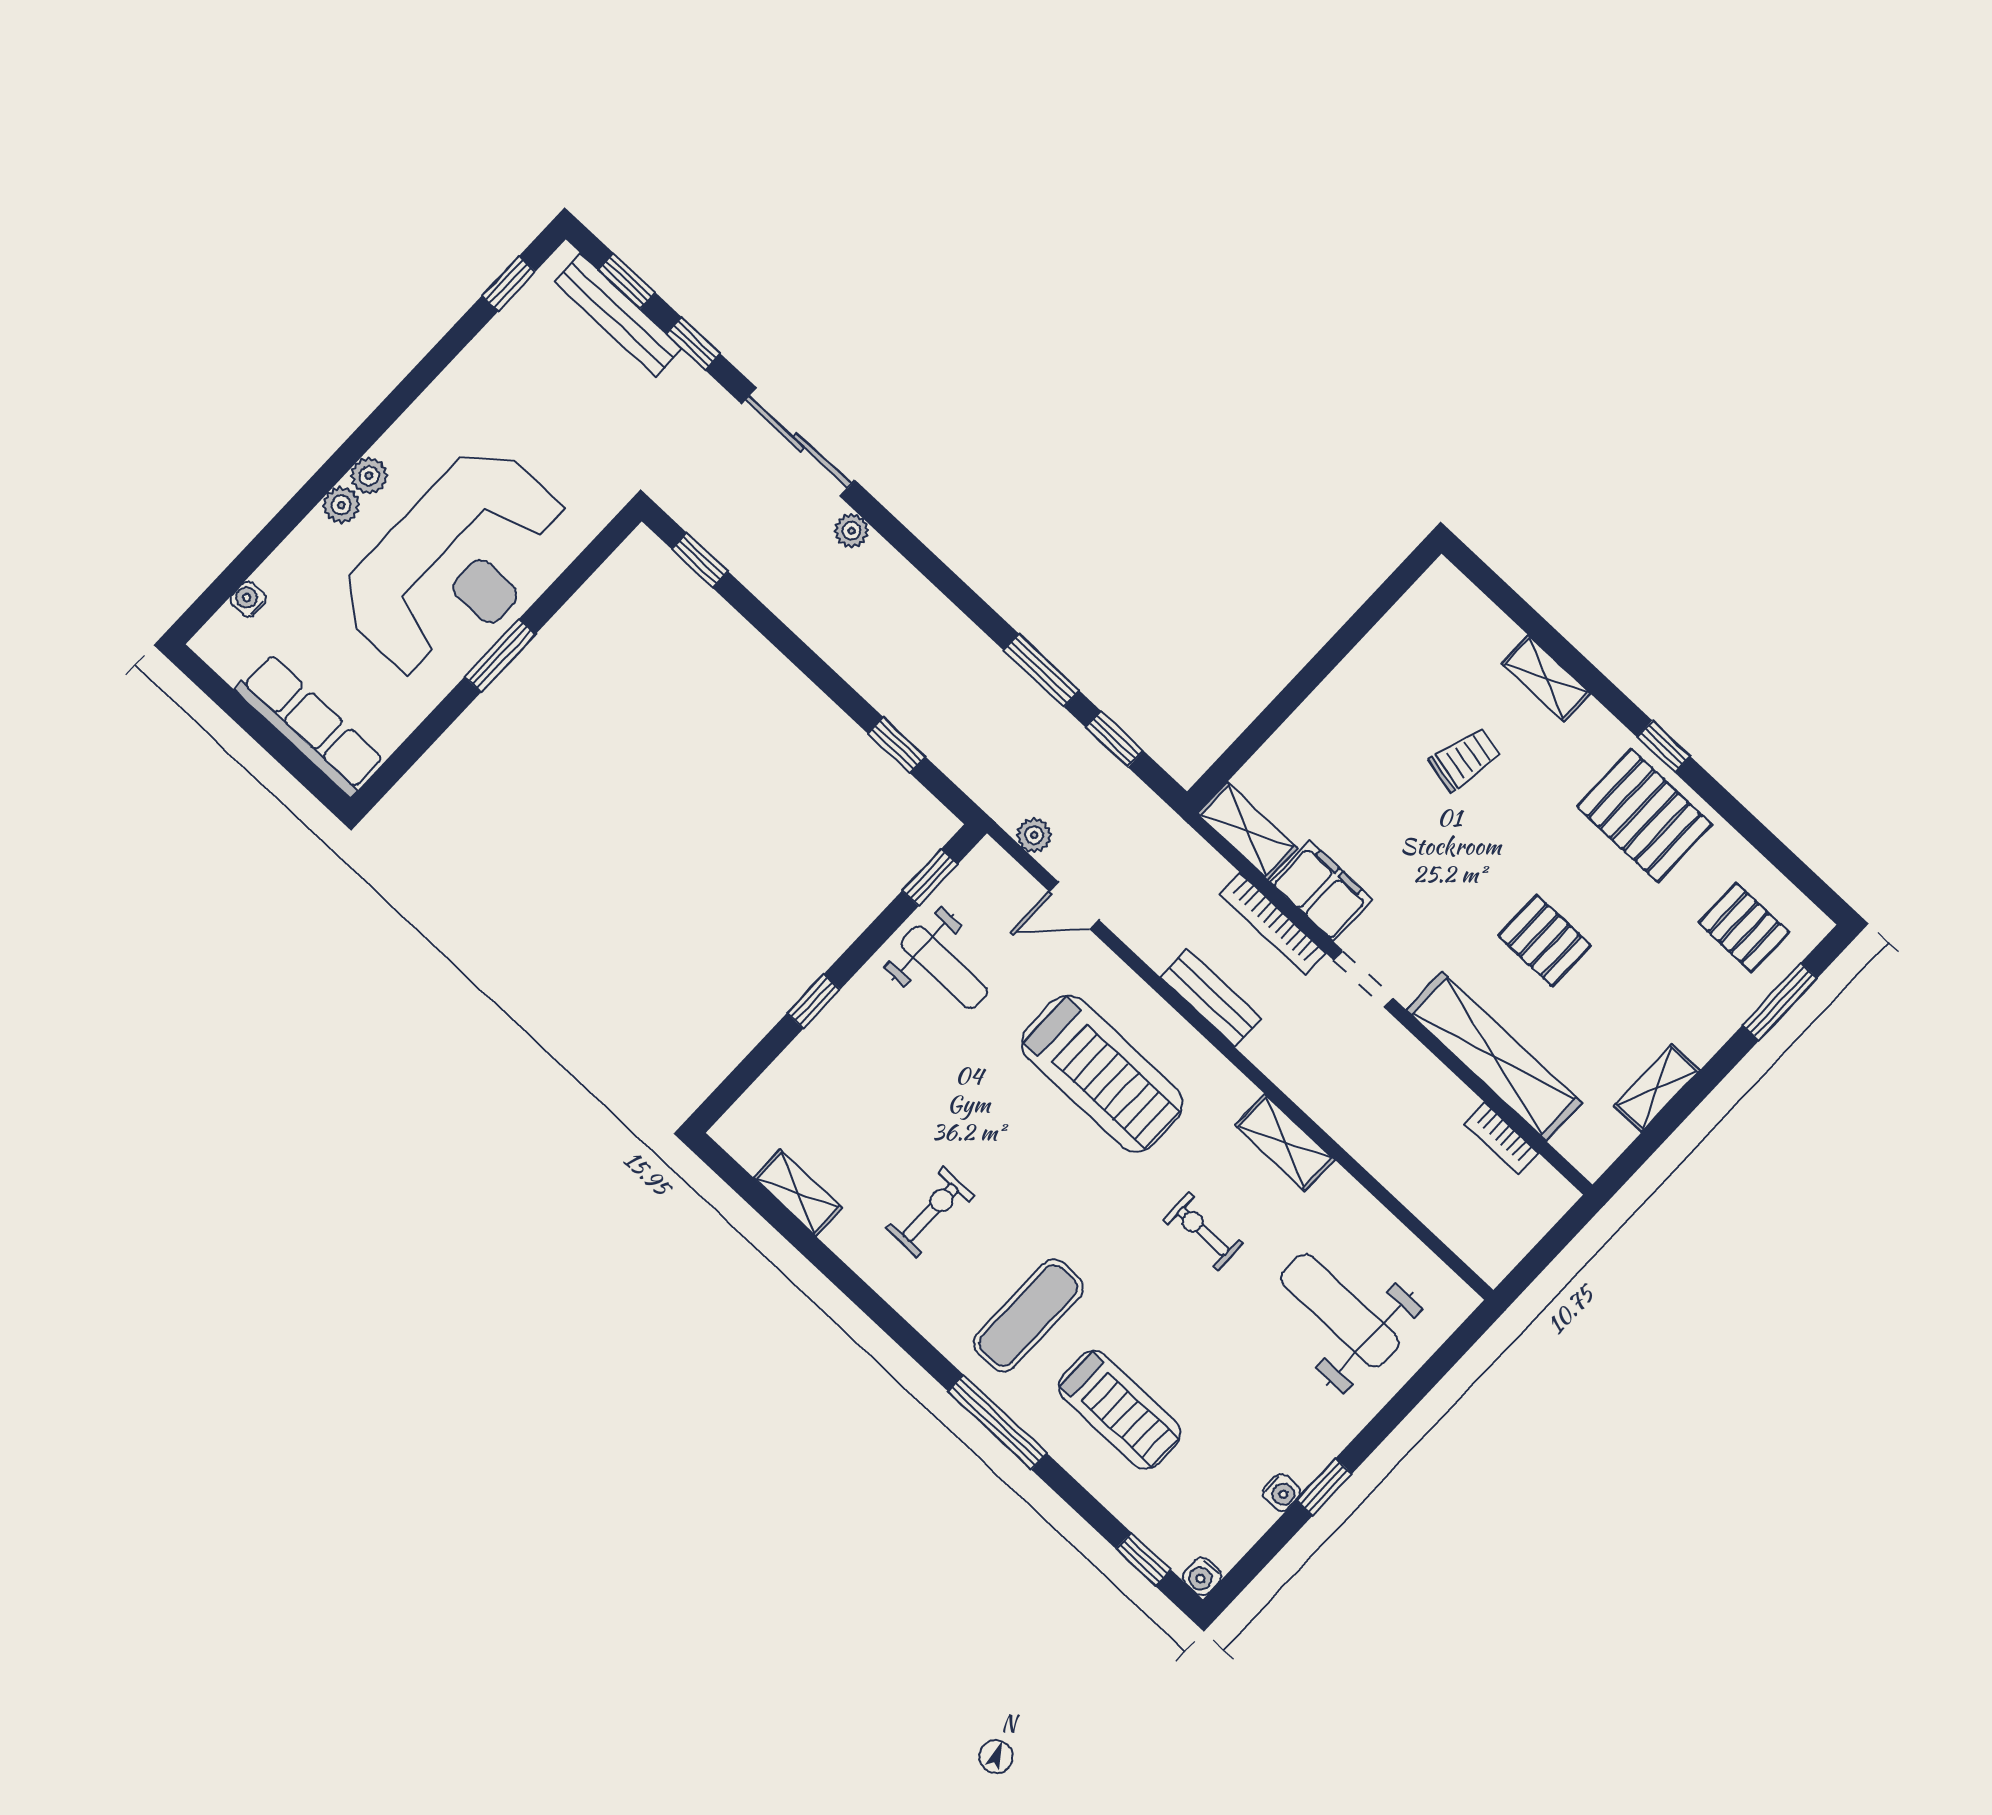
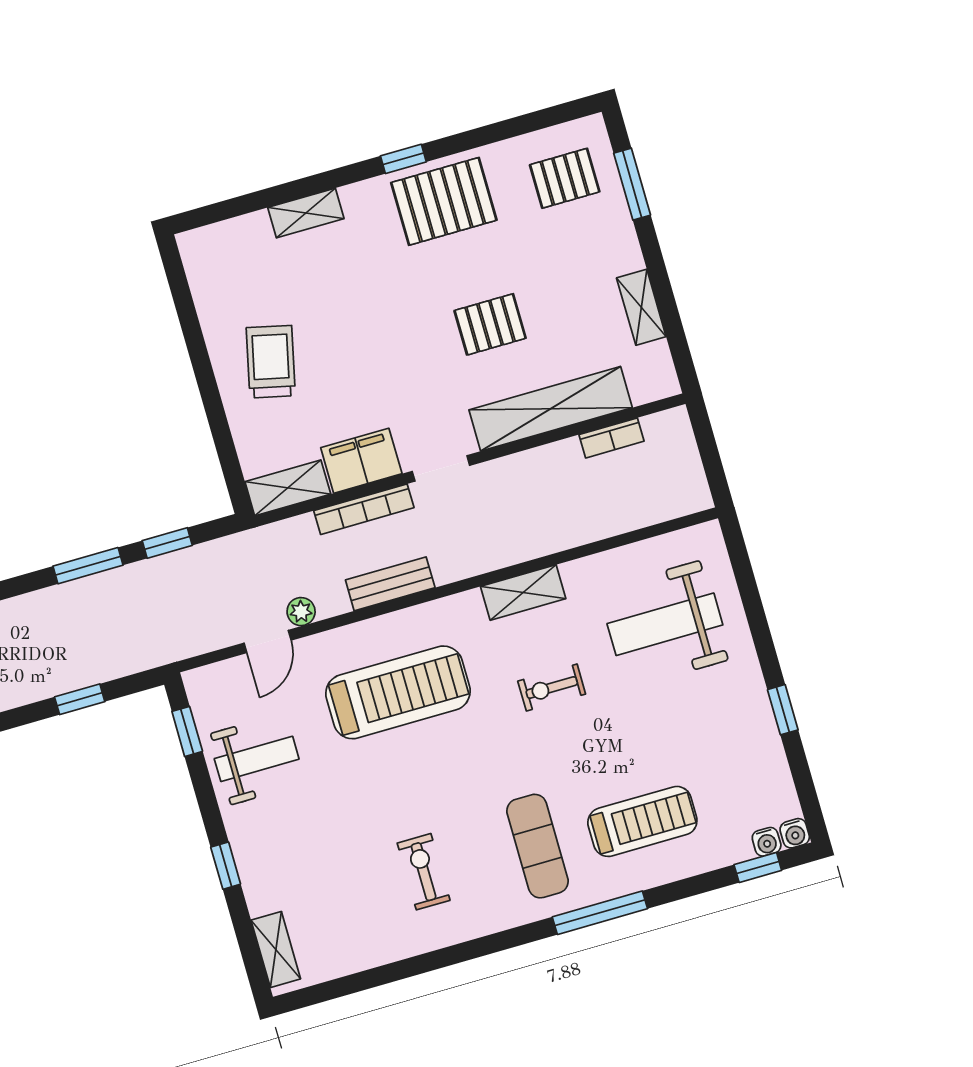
trolley: (1465, 759) -> (271, 362), moved, width x1.36, depth x1.39
plant: (1034, 835) -> (301, 612), moved
shelving: (798, 1193) -> (276, 949), moved, turned 90
water cooler: (1282, 1493) -> (767, 842), moved, turned 90

